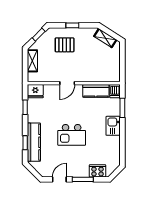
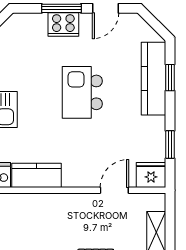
door: (67, 83) -> (114, 190), moved
kitchen island: (72, 135) -> (82, 92), turned -90
cooker: (97, 171) -> (63, 25), moved

